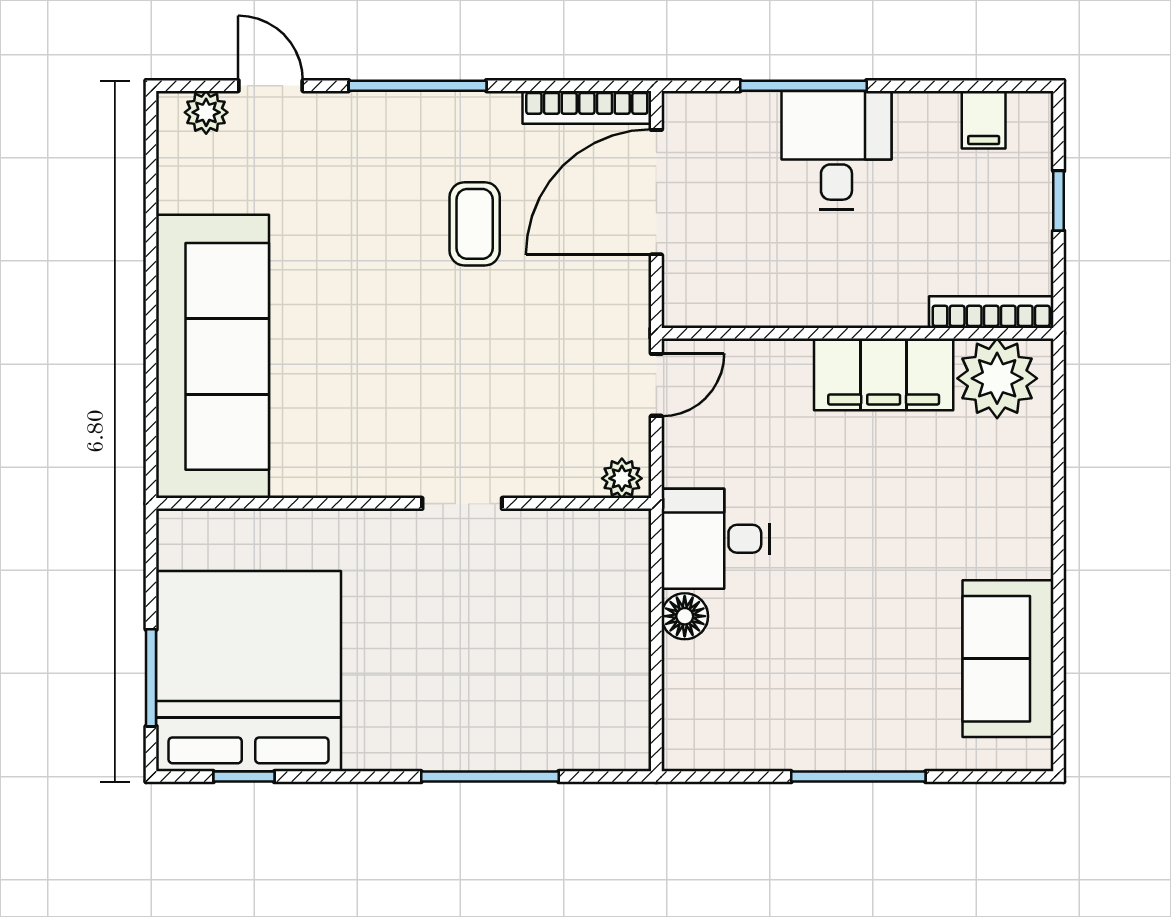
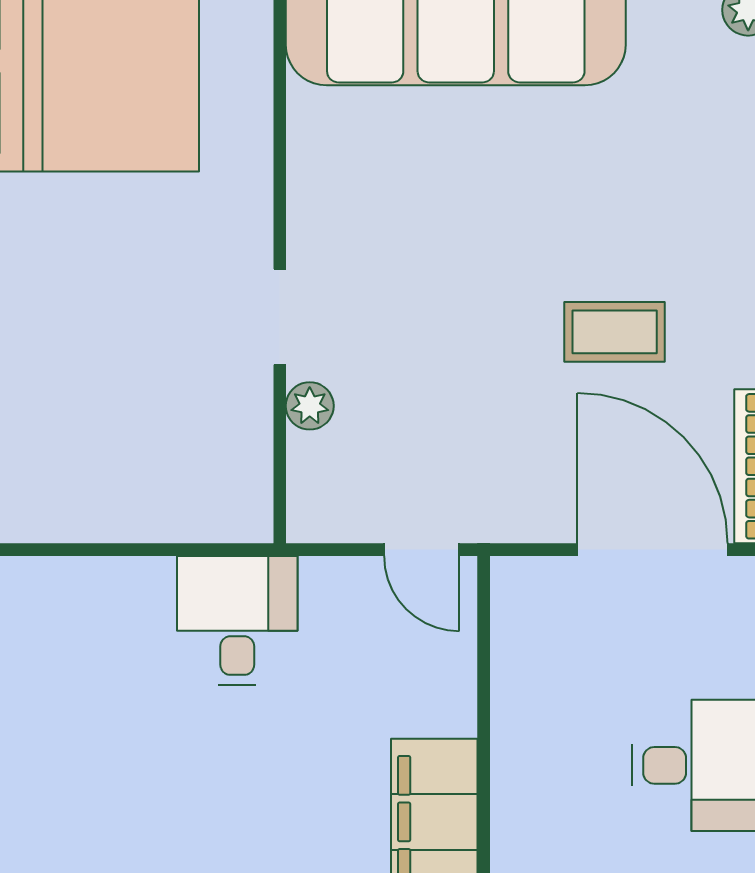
plant: (622, 478) -> (310, 406), moved
floor lamp: (685, 616) -> (144, 584), removed

